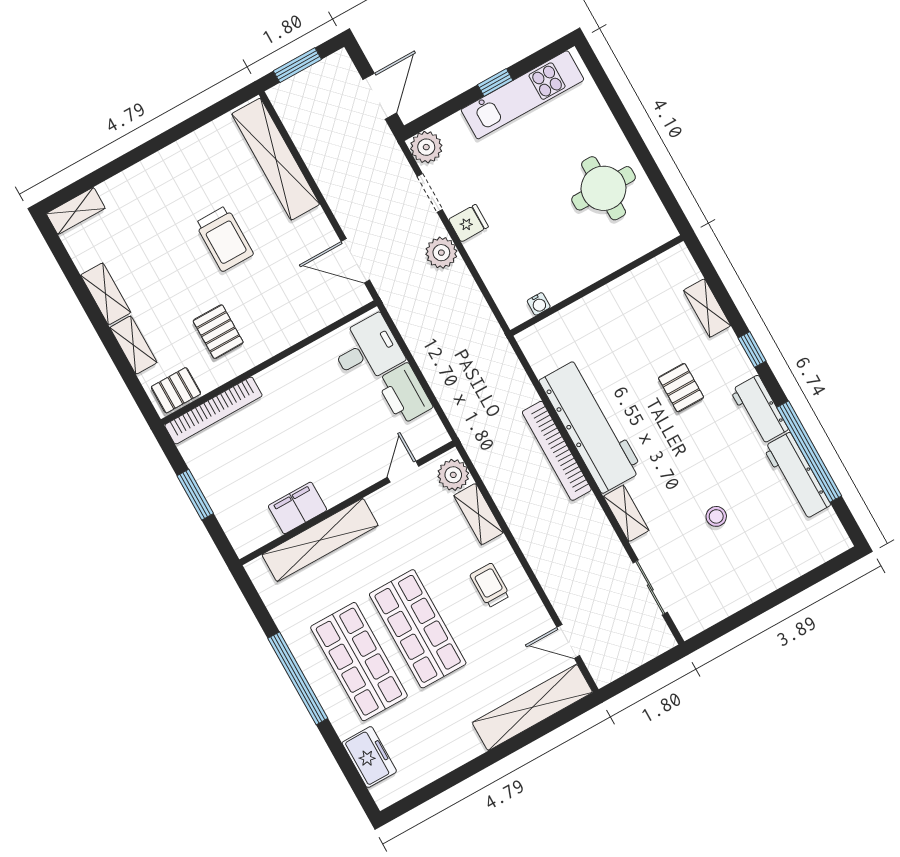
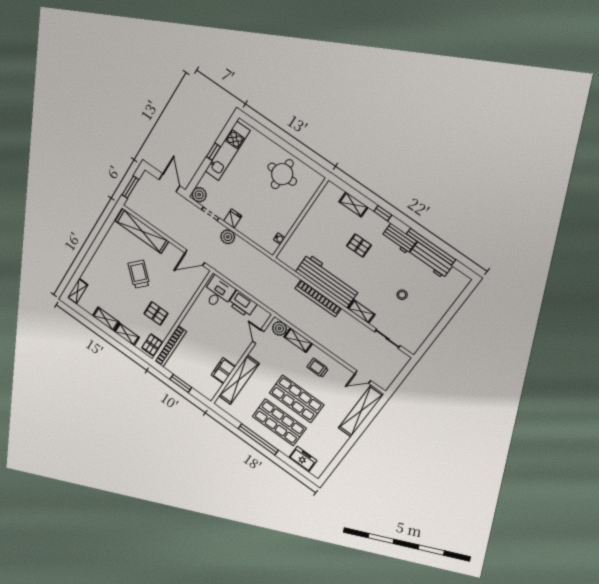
trolley: (224, 239) -> (139, 274), turned -137

